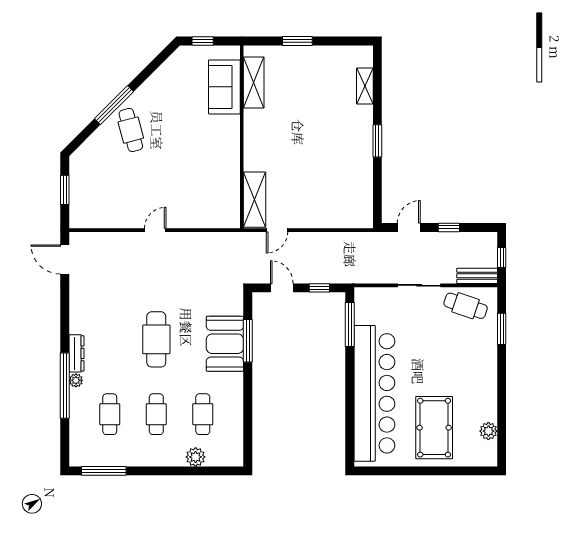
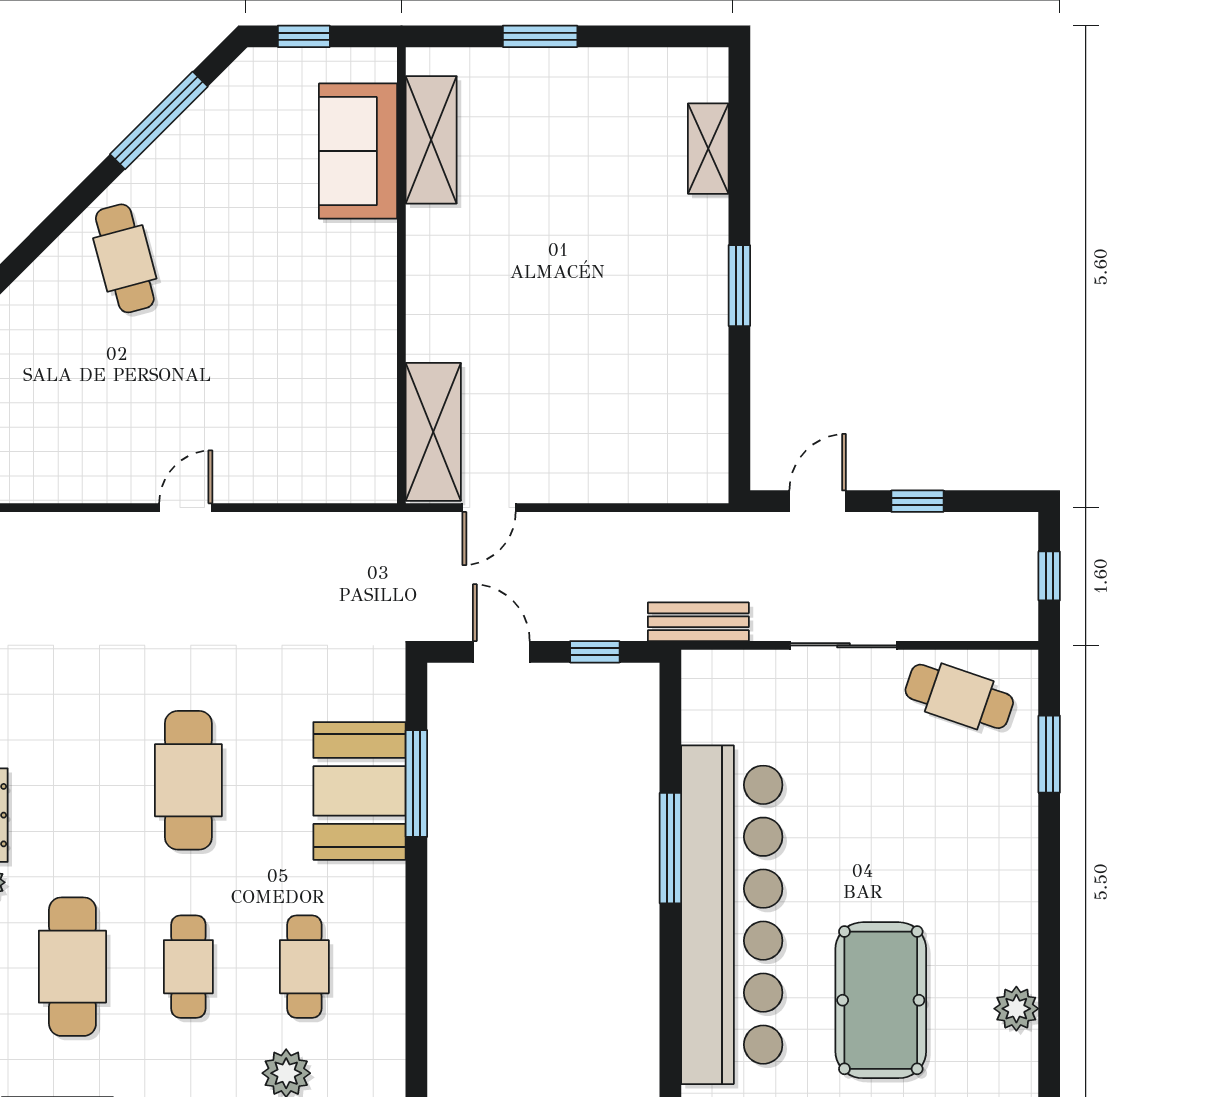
window: (114, 105) -> (159, 120), moved
bench: (477, 276) -> (698, 622), moved
window: (350, 324) -> (670, 848), moved
cafe table: (110, 414) -> (72, 967), width x1.37, depth x1.35

